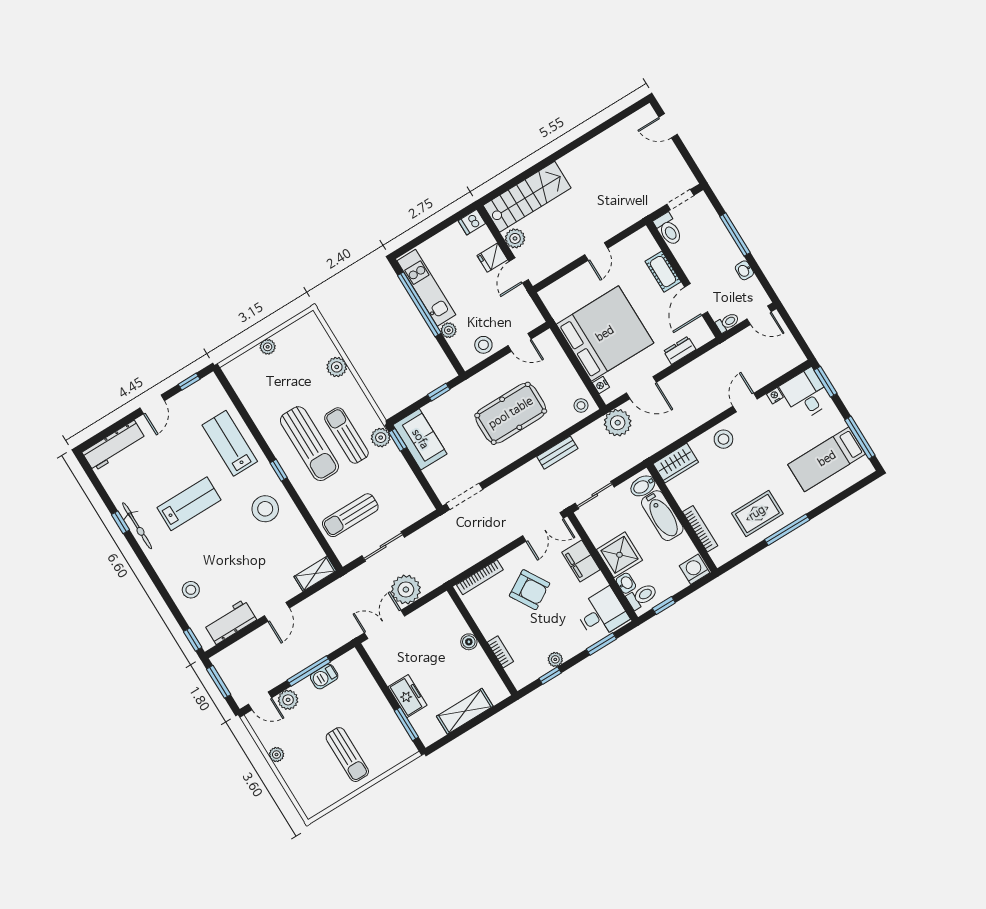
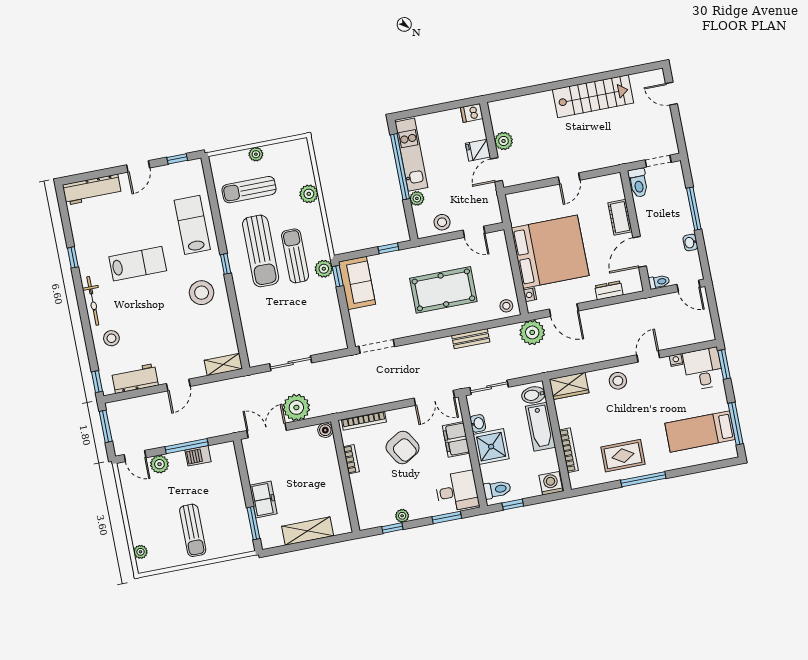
stairs: (527, 197) -> (593, 96), moved
sun lounger: (350, 515) -> (249, 190), moved
bicycle: (137, 526) -> (93, 301), moved
washbasin: (626, 583) -> (478, 423), moved
boiler: (469, 642) -> (325, 430), moved
bookcase: (500, 652) -> (351, 459), moved
plant: (276, 755) -> (140, 552), moved

